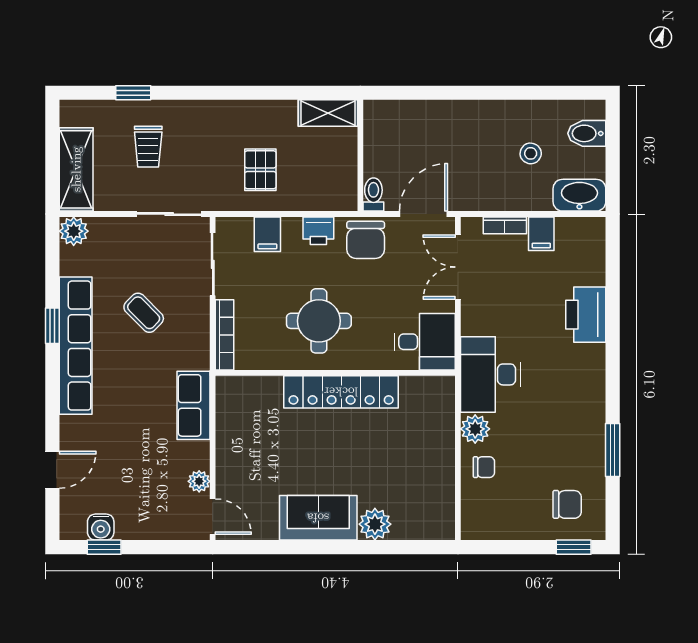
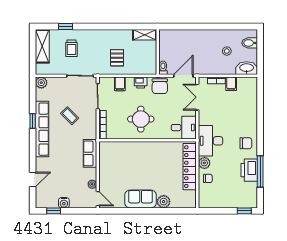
shelving: (76, 169) -> (42, 46), moved
printer: (586, 315) -> (249, 170), moved
locker: (341, 392) -> (190, 167), moved, turned 90
window: (613, 450) -> (260, 171), width x1.44
chair: (567, 504) -> (246, 143), moved
water cooler: (101, 527) -> (64, 203), moved

